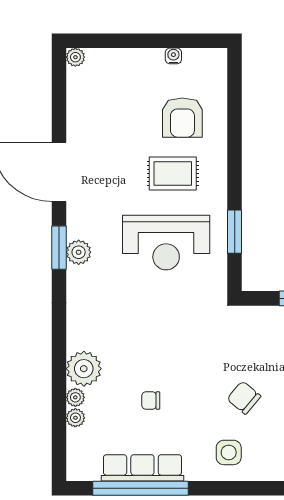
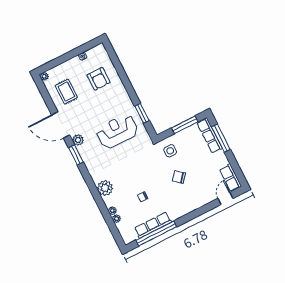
rug: (173, 173) -> (66, 92), moved, turned 90
reception desk: (166, 243) -> (117, 131), turned 180
plant: (79, 252) -> (78, 140), moved
plant: (84, 369) -> (105, 188), moved
side table: (229, 452) -> (170, 151), moved

